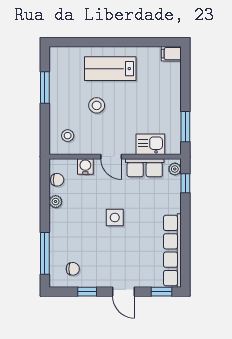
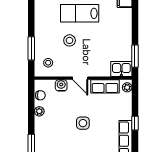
window: (45, 87) -> (31, 48), moved
kitchen sink: (150, 144) -> (121, 69), moved
window: (185, 183) -> (135, 123), moved

